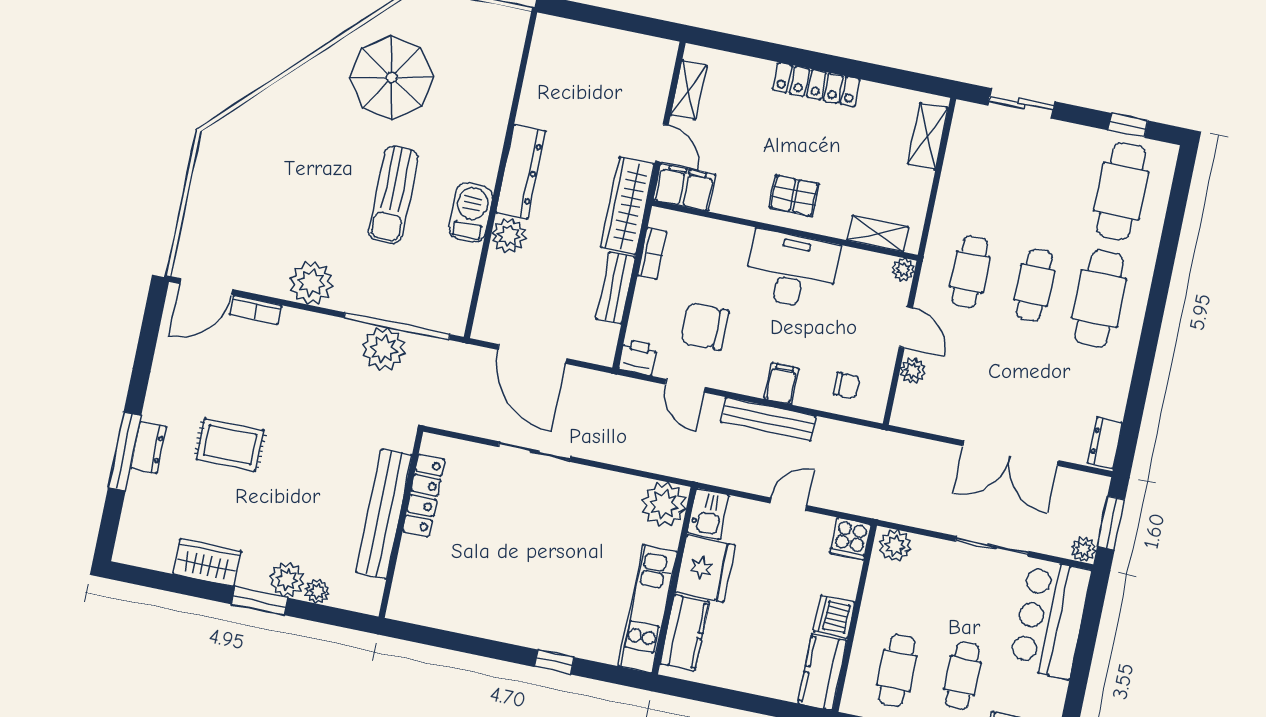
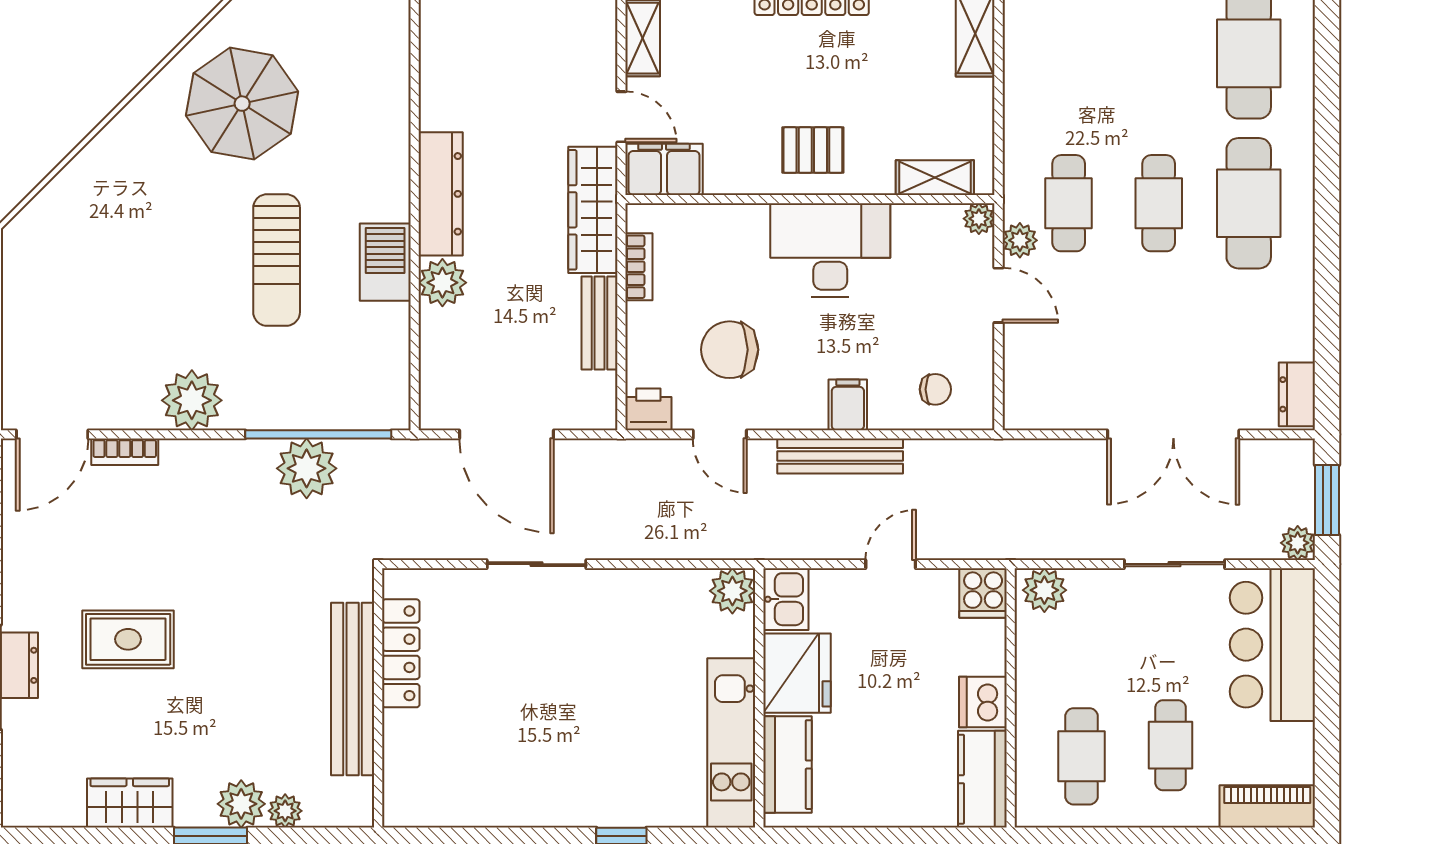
plant: (913, 371) -> (1020, 240), moved
plant: (664, 505) -> (732, 591), width x0.73, depth x0.73

